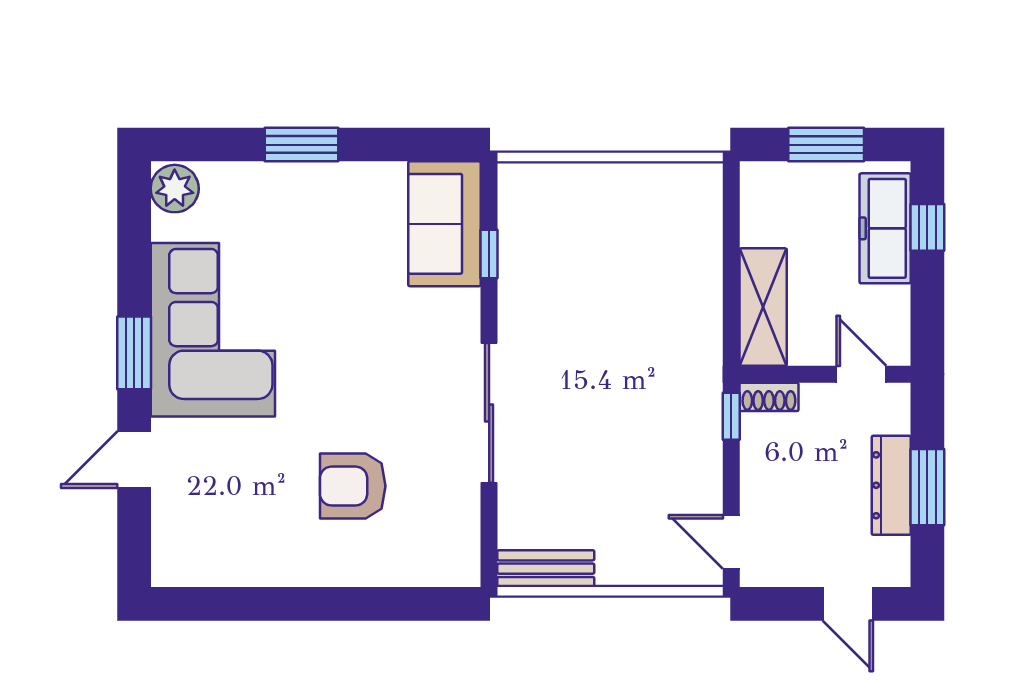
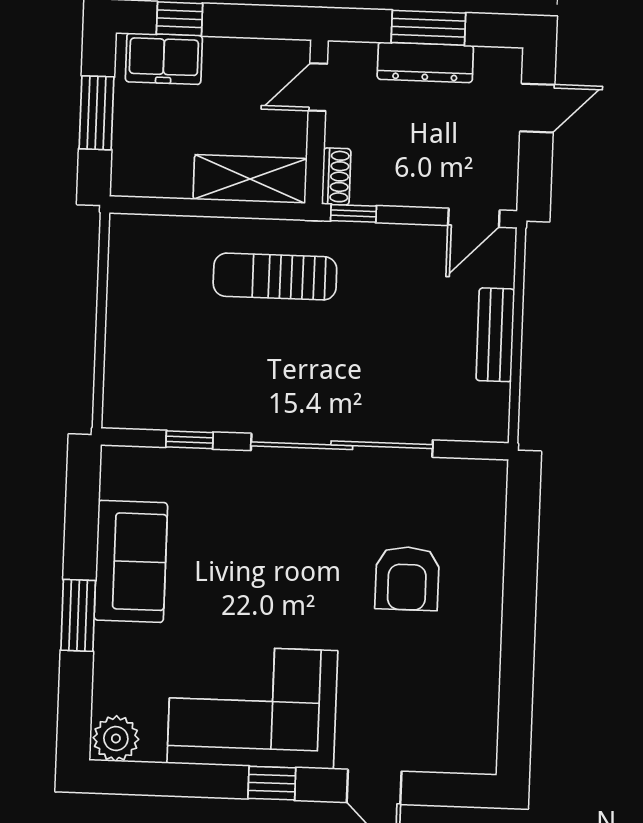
sofa: (445, 224) -> (131, 561), moved, turned -90
freezer: (885, 228) -> (164, 59), width x0.71
sun lounger: (662, 337) -> (275, 277), added
window: (134, 353) -> (272, 783), width x0.67
sliding door: (489, 413) -> (342, 445), width x1.36
bench: (546, 569) -> (495, 335), moved

